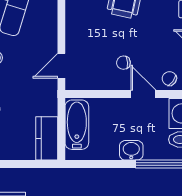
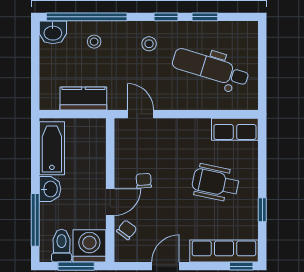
bathtub: (77, 125) -> (52, 148), moved, turned -90
kitchen counter: (47, 138) -> (83, 98), moved

